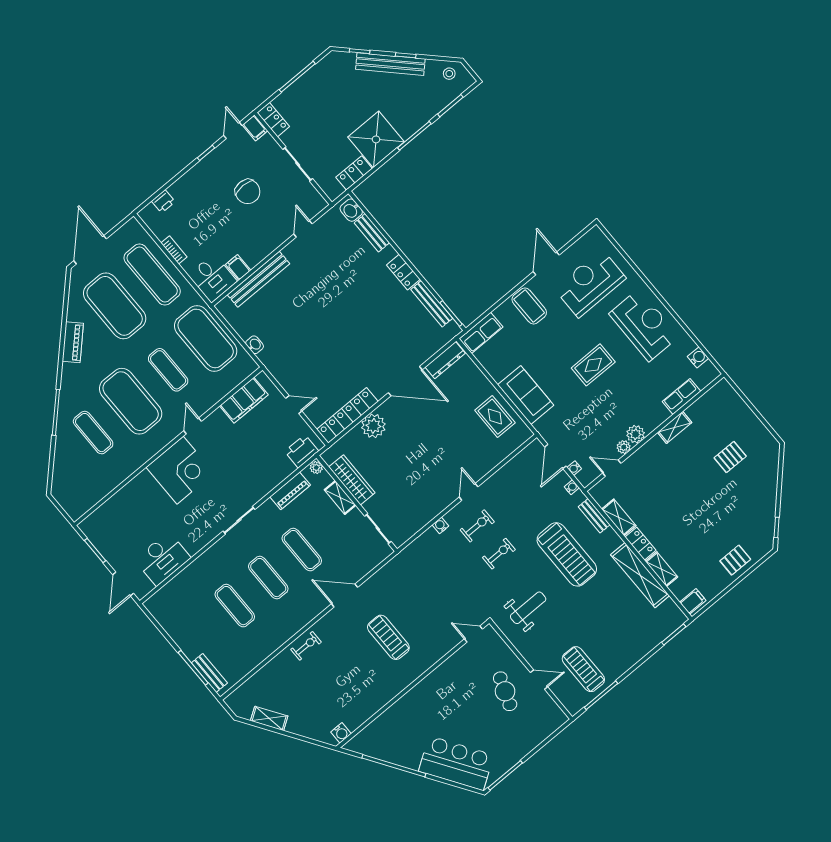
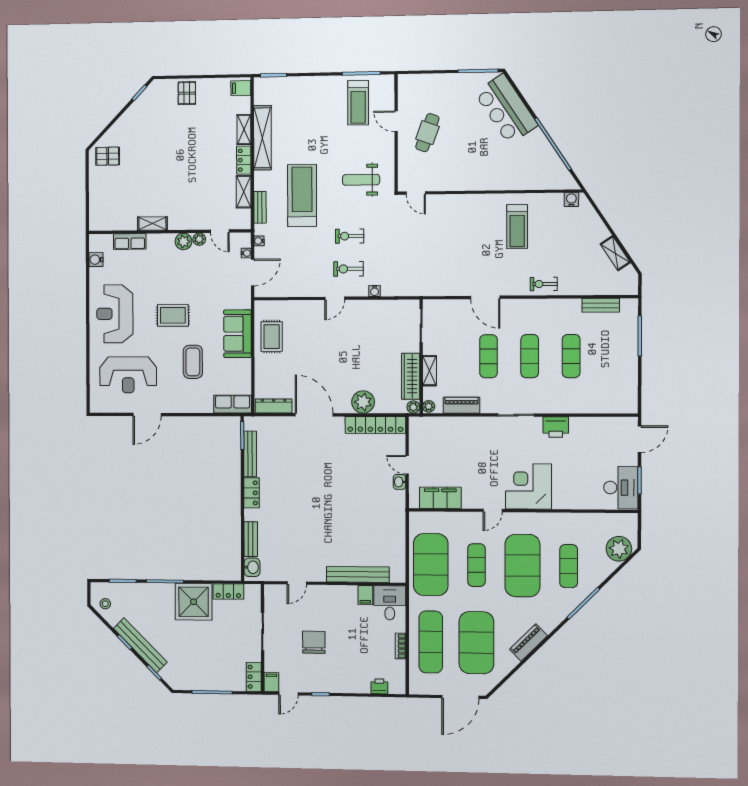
coffee table: (529, 306) -> (193, 362), moved
washbasin: (255, 345) -> (399, 482), moved
printer: (302, 451) -> (556, 427), moved
plant: (328, 456) -> (413, 407), added
pallet: (730, 457) -> (108, 156), moved
plant: (65, 481) -> (619, 549), added
desk: (163, 559) -> (621, 488), moved, turned 90
pallet: (735, 560) -> (187, 93), turned 90
treadmill: (388, 637) -> (517, 227), moved
bench: (209, 673) -> (601, 305), moved, turned 90

